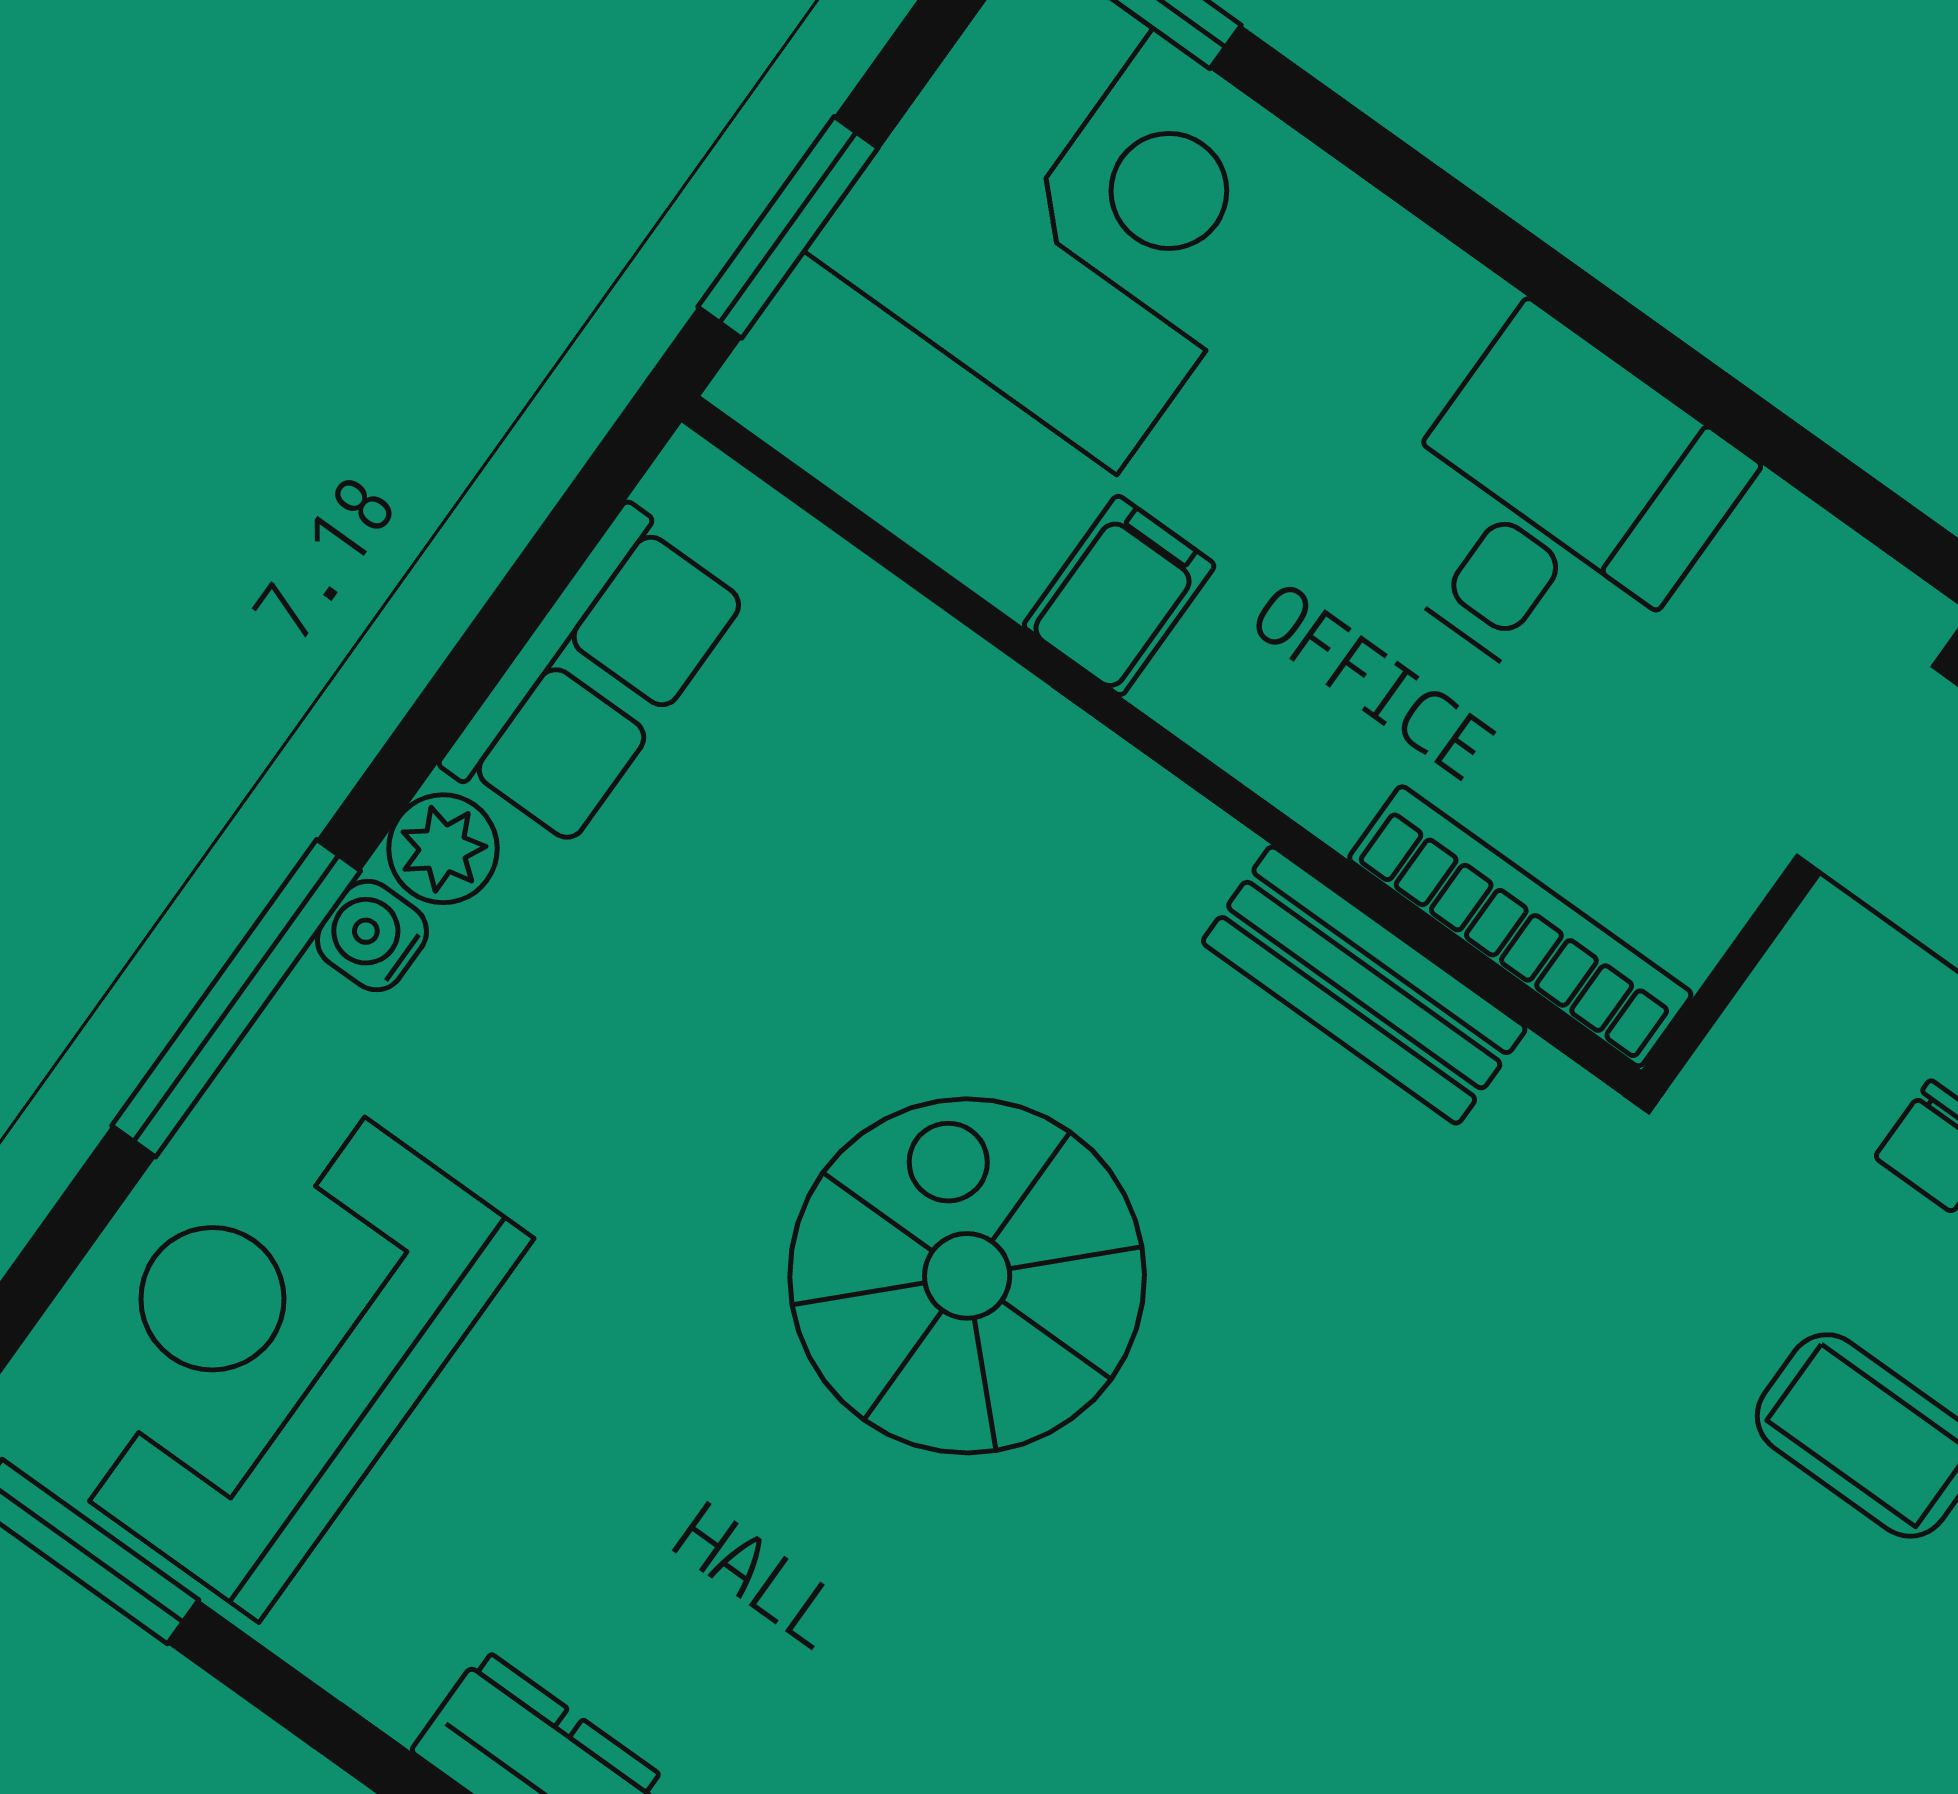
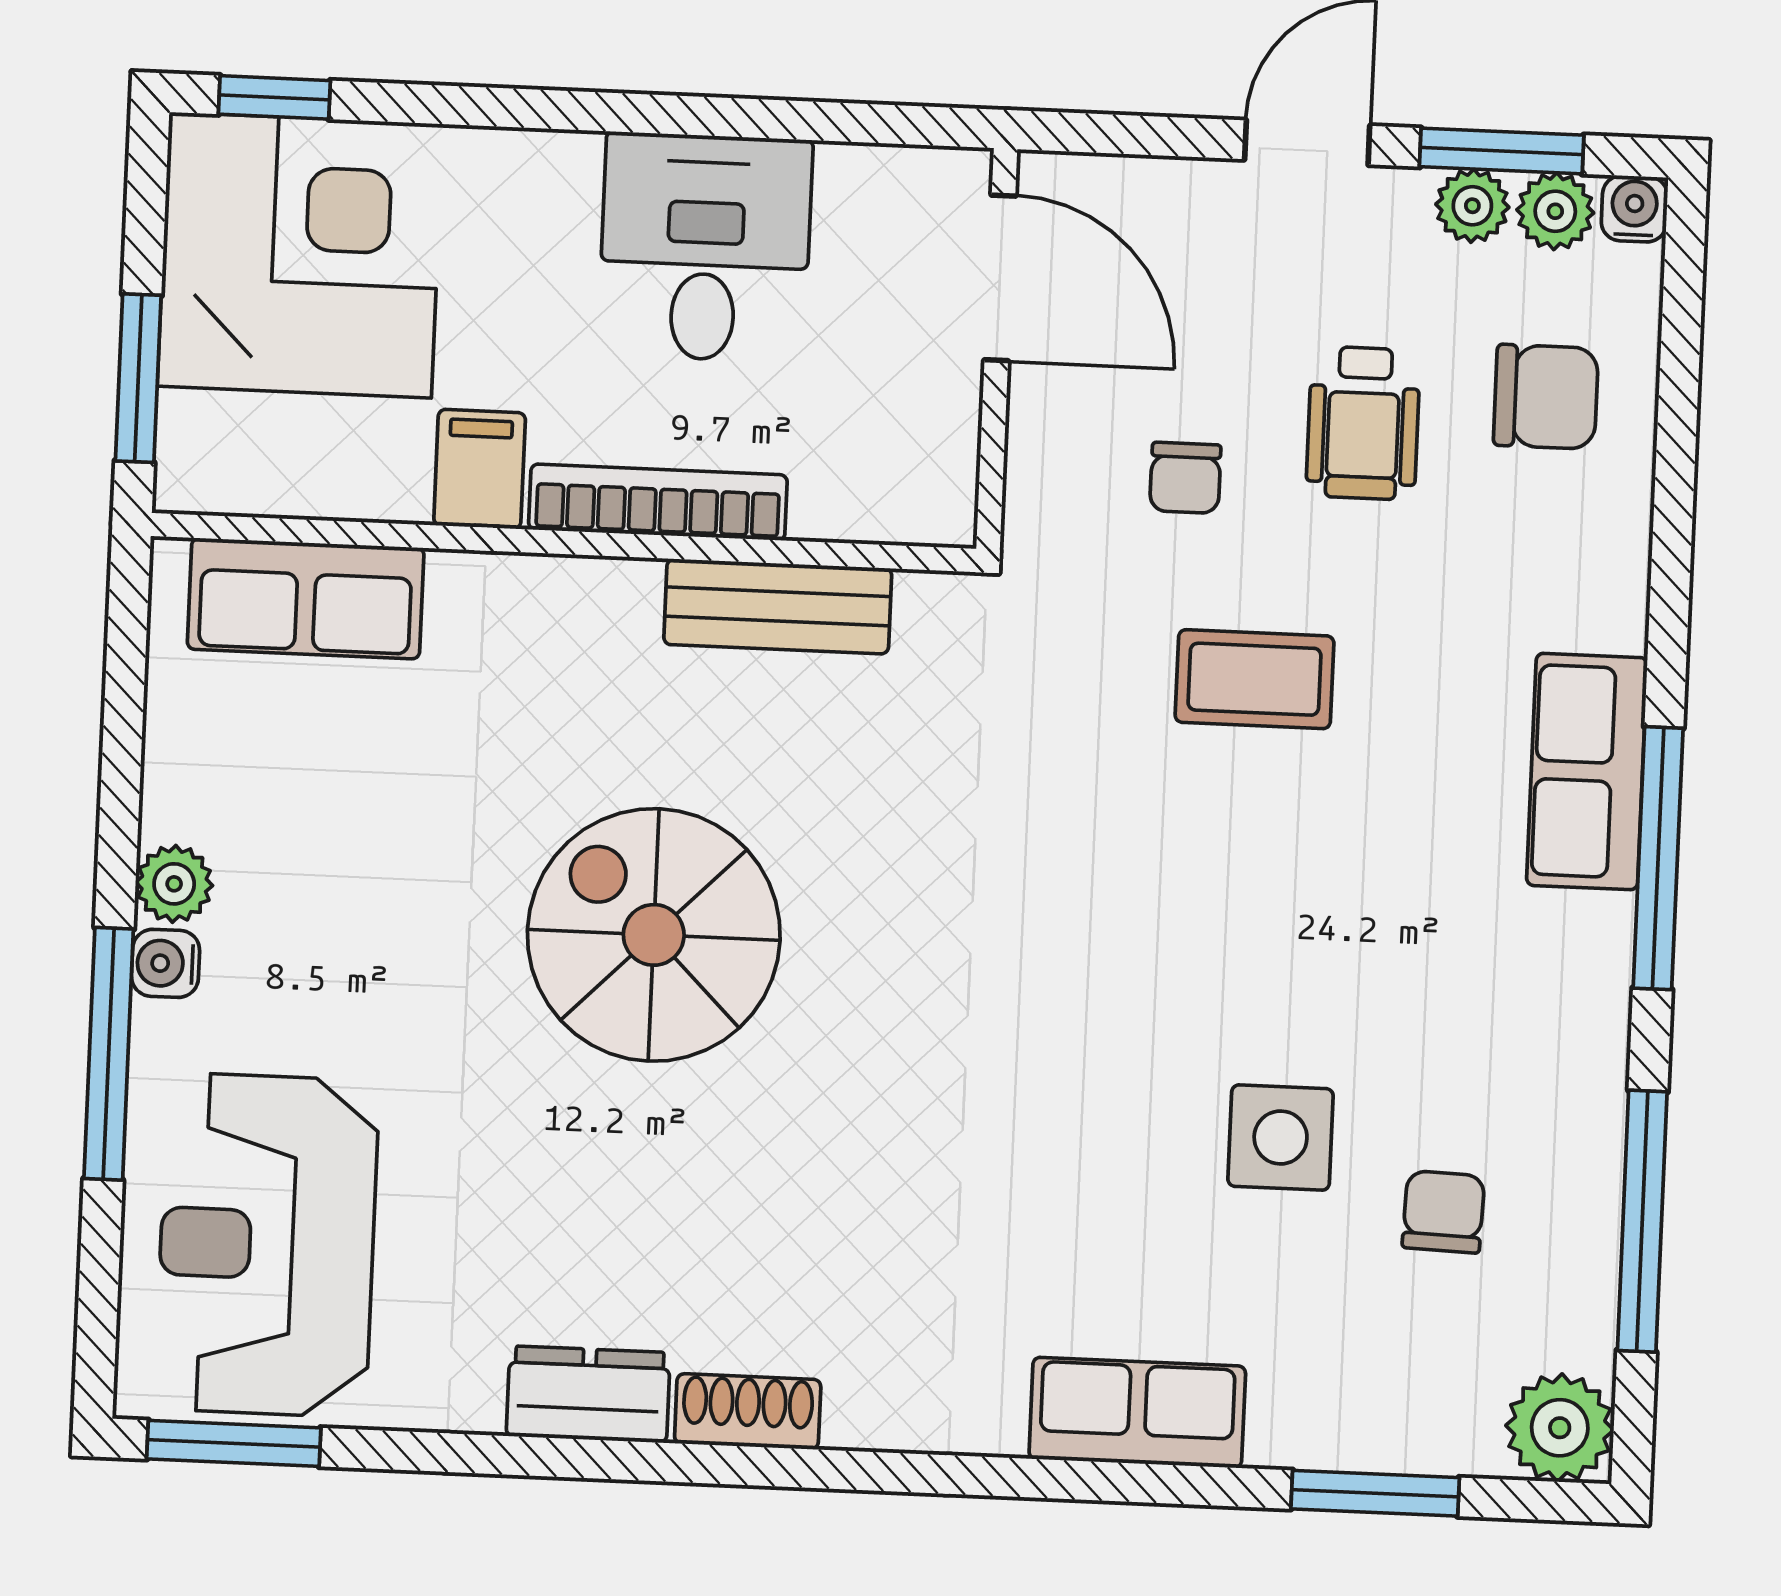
row of seats: (595, 677) -> (306, 598), moved, turned 90
bookcase: (1520, 926) -> (658, 502), moved

